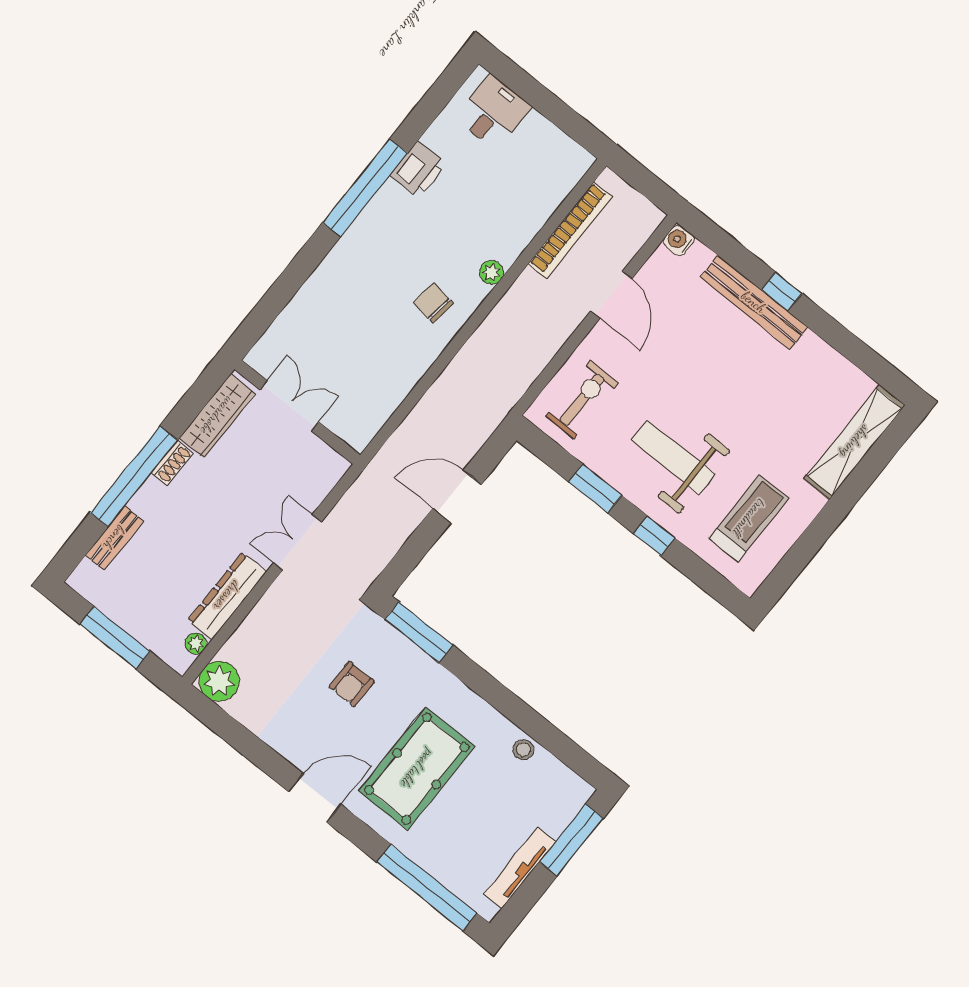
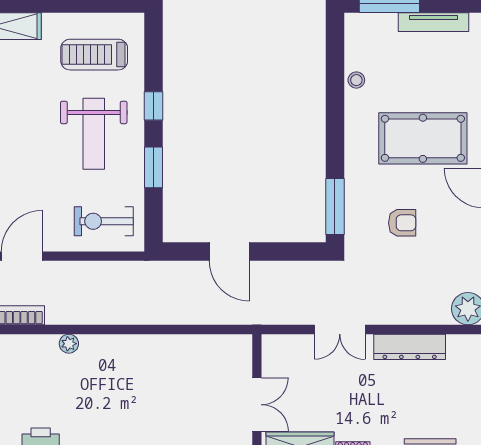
chair: (433, 303) -> (118, 365), removed
double door: (289, 406) -> (257, 405), swing flipped
plant: (196, 643) -> (456, 343), removed

